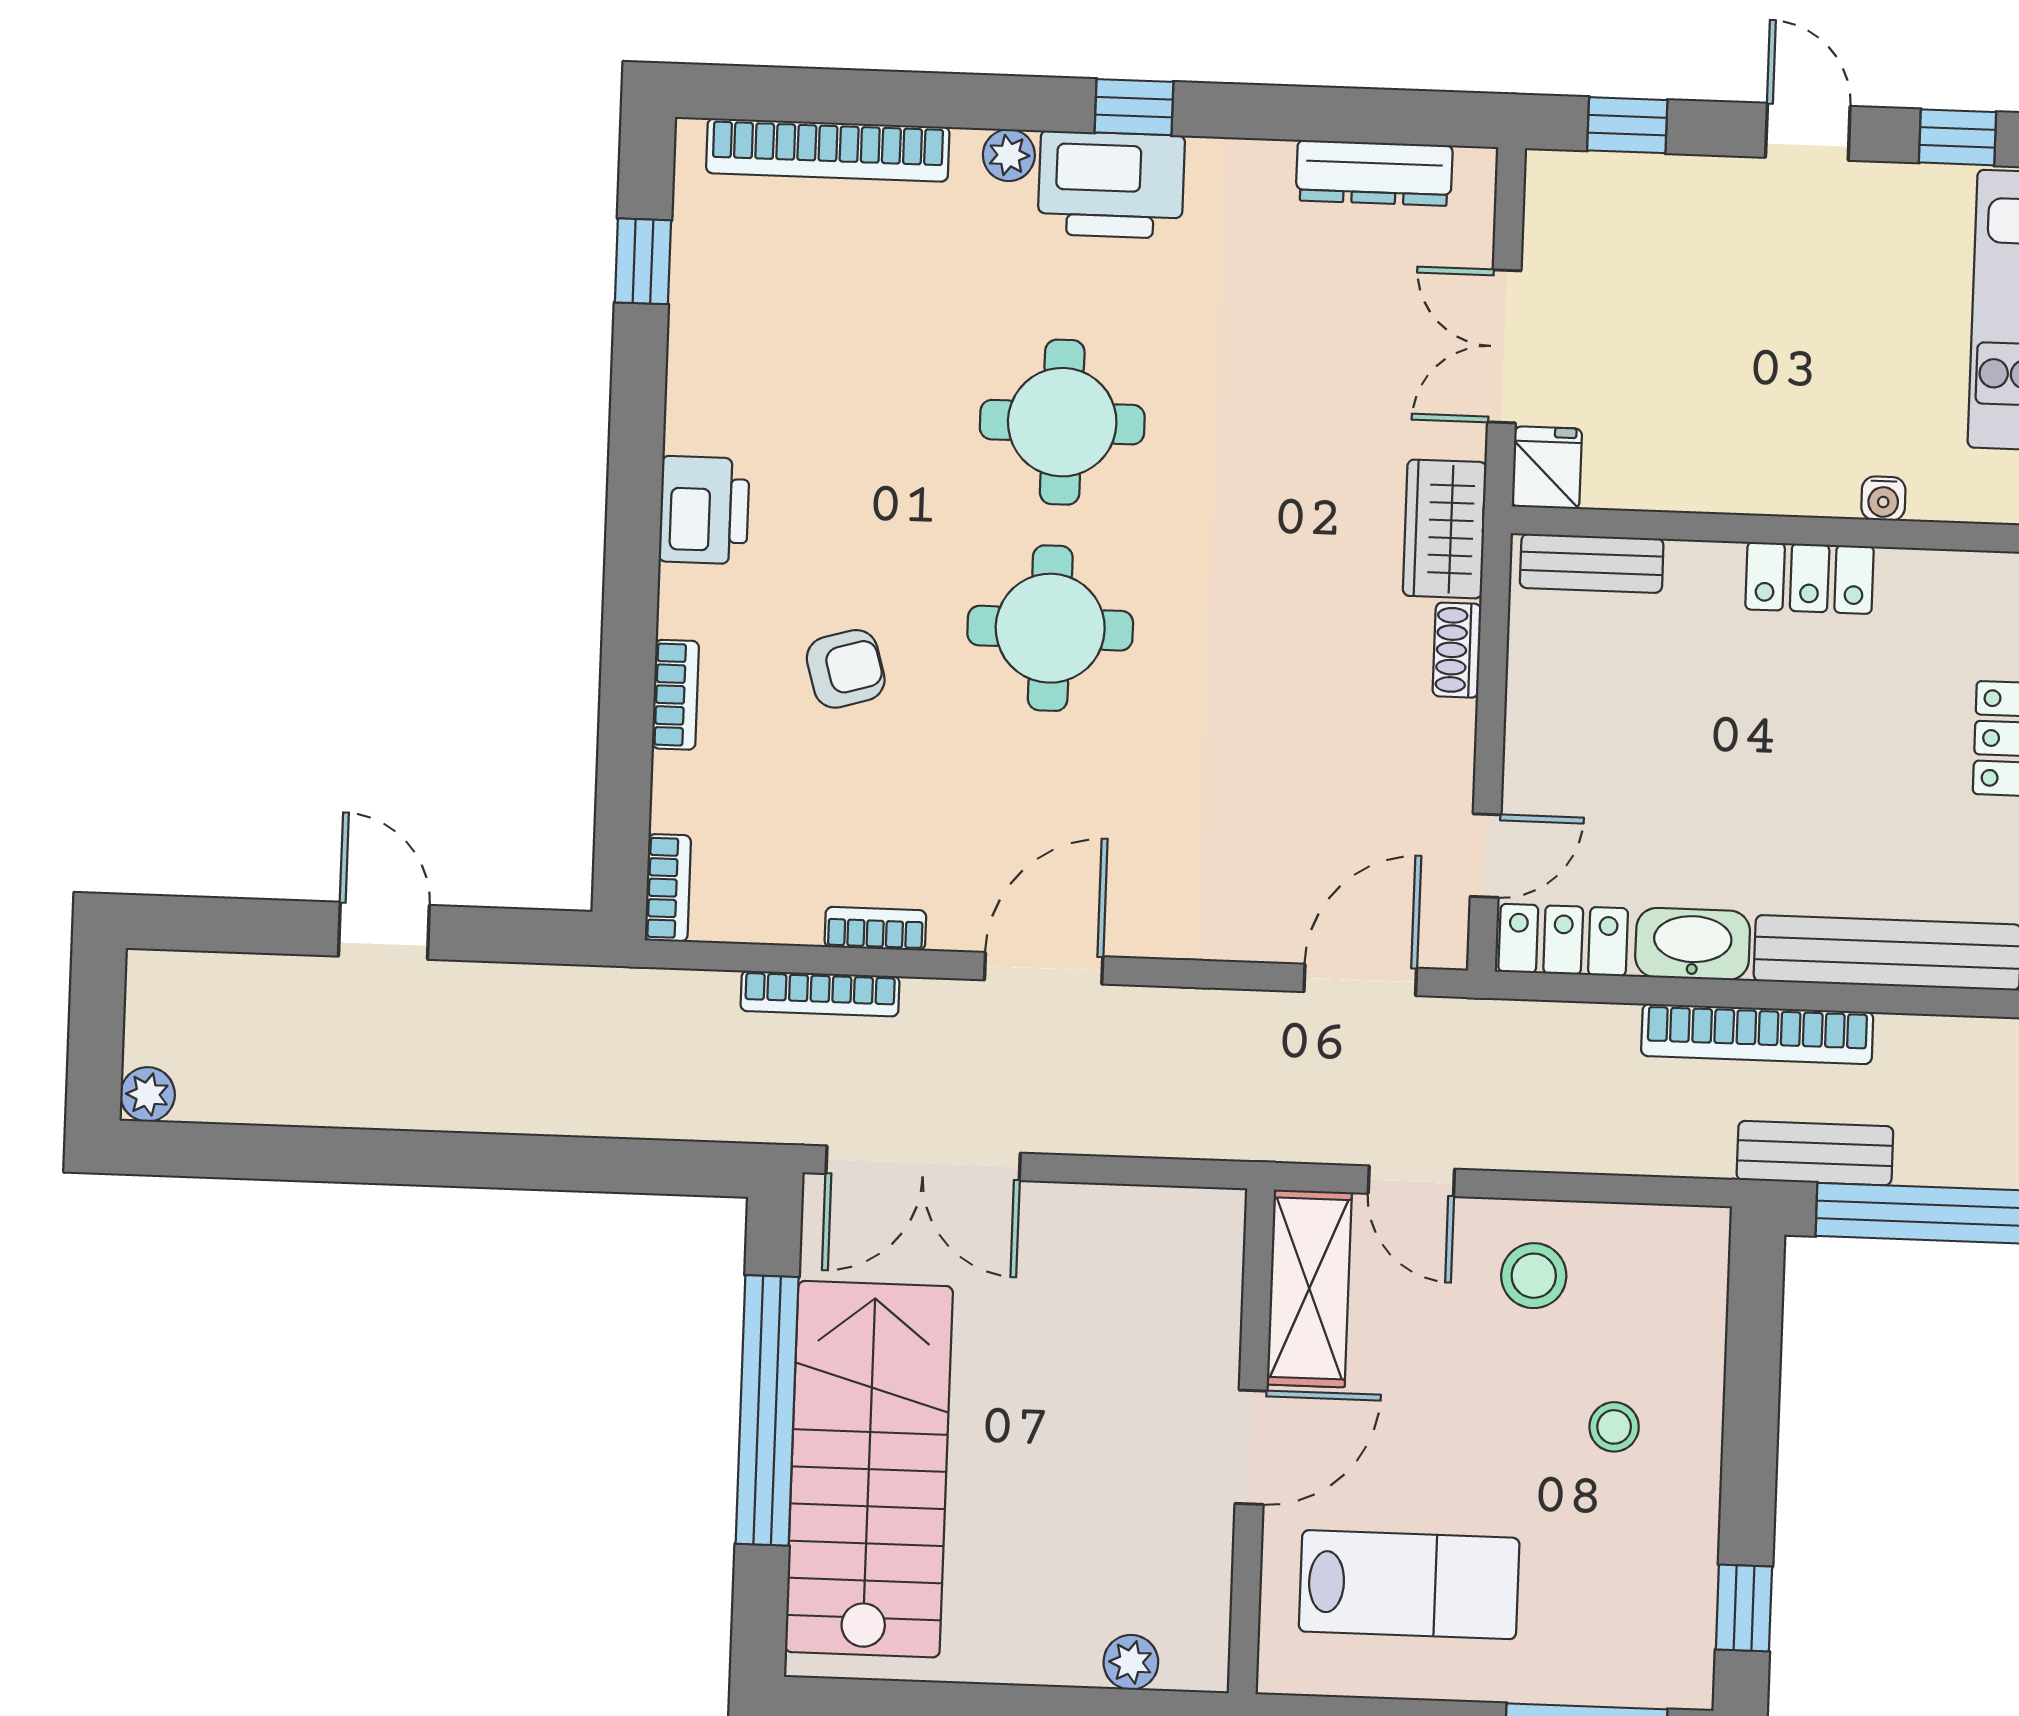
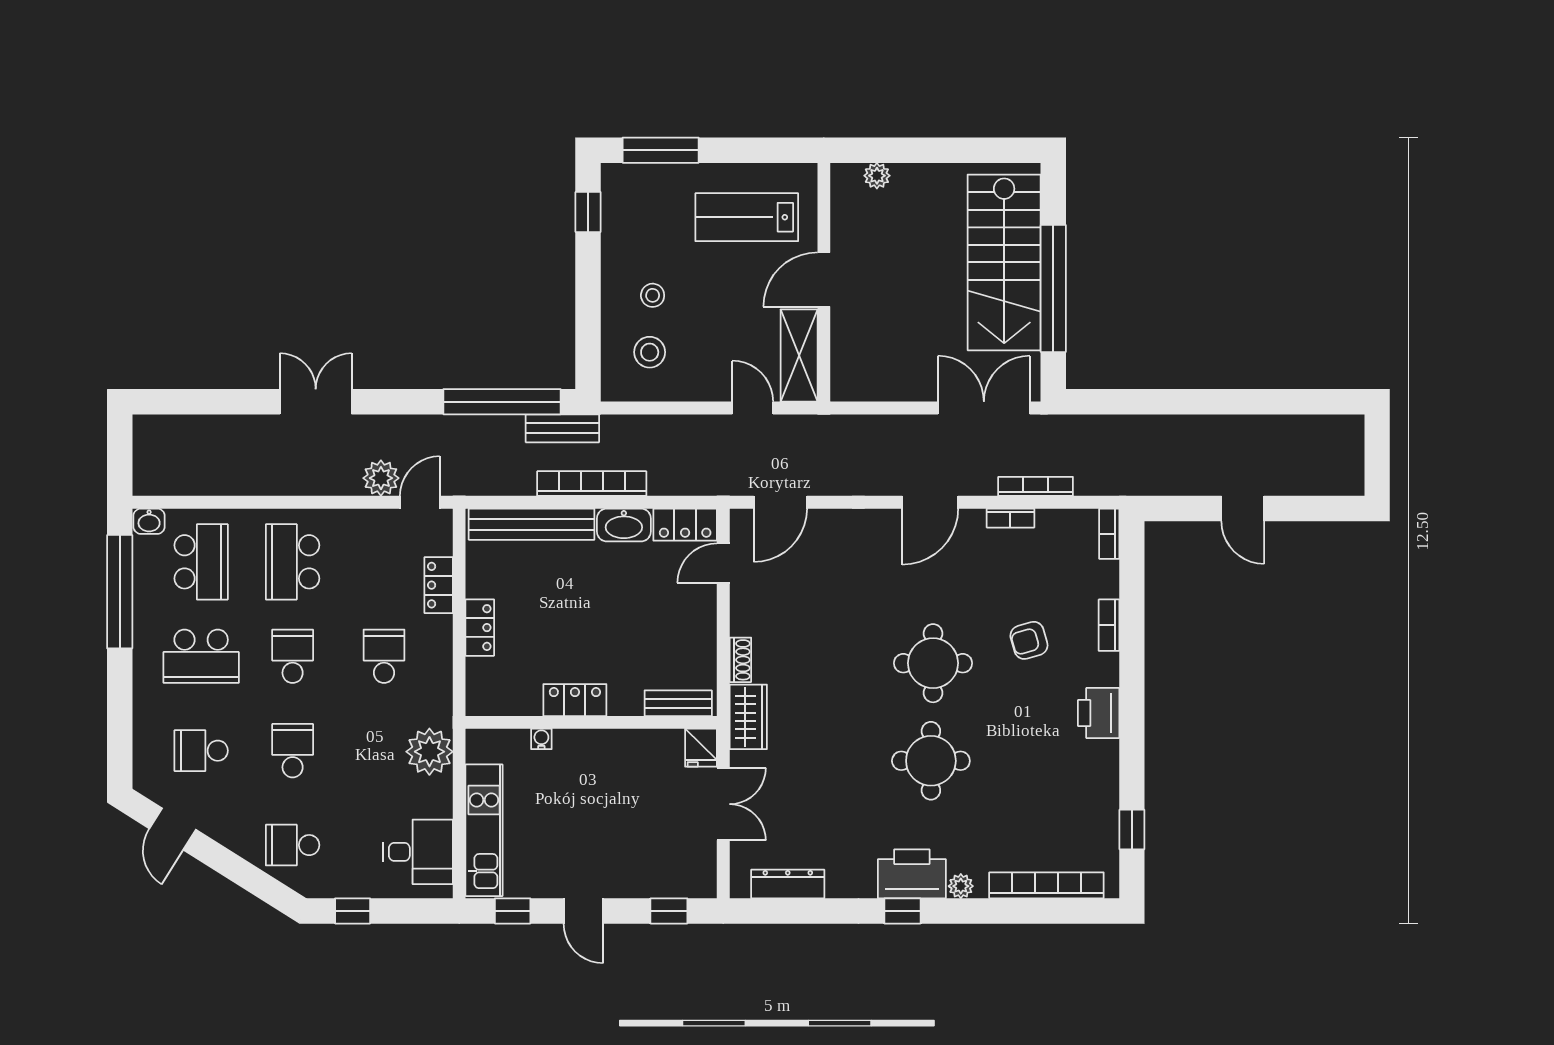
plant: (148, 1094) -> (1352, 427), removed
stool: (1534, 1276) -> (650, 352), moved

